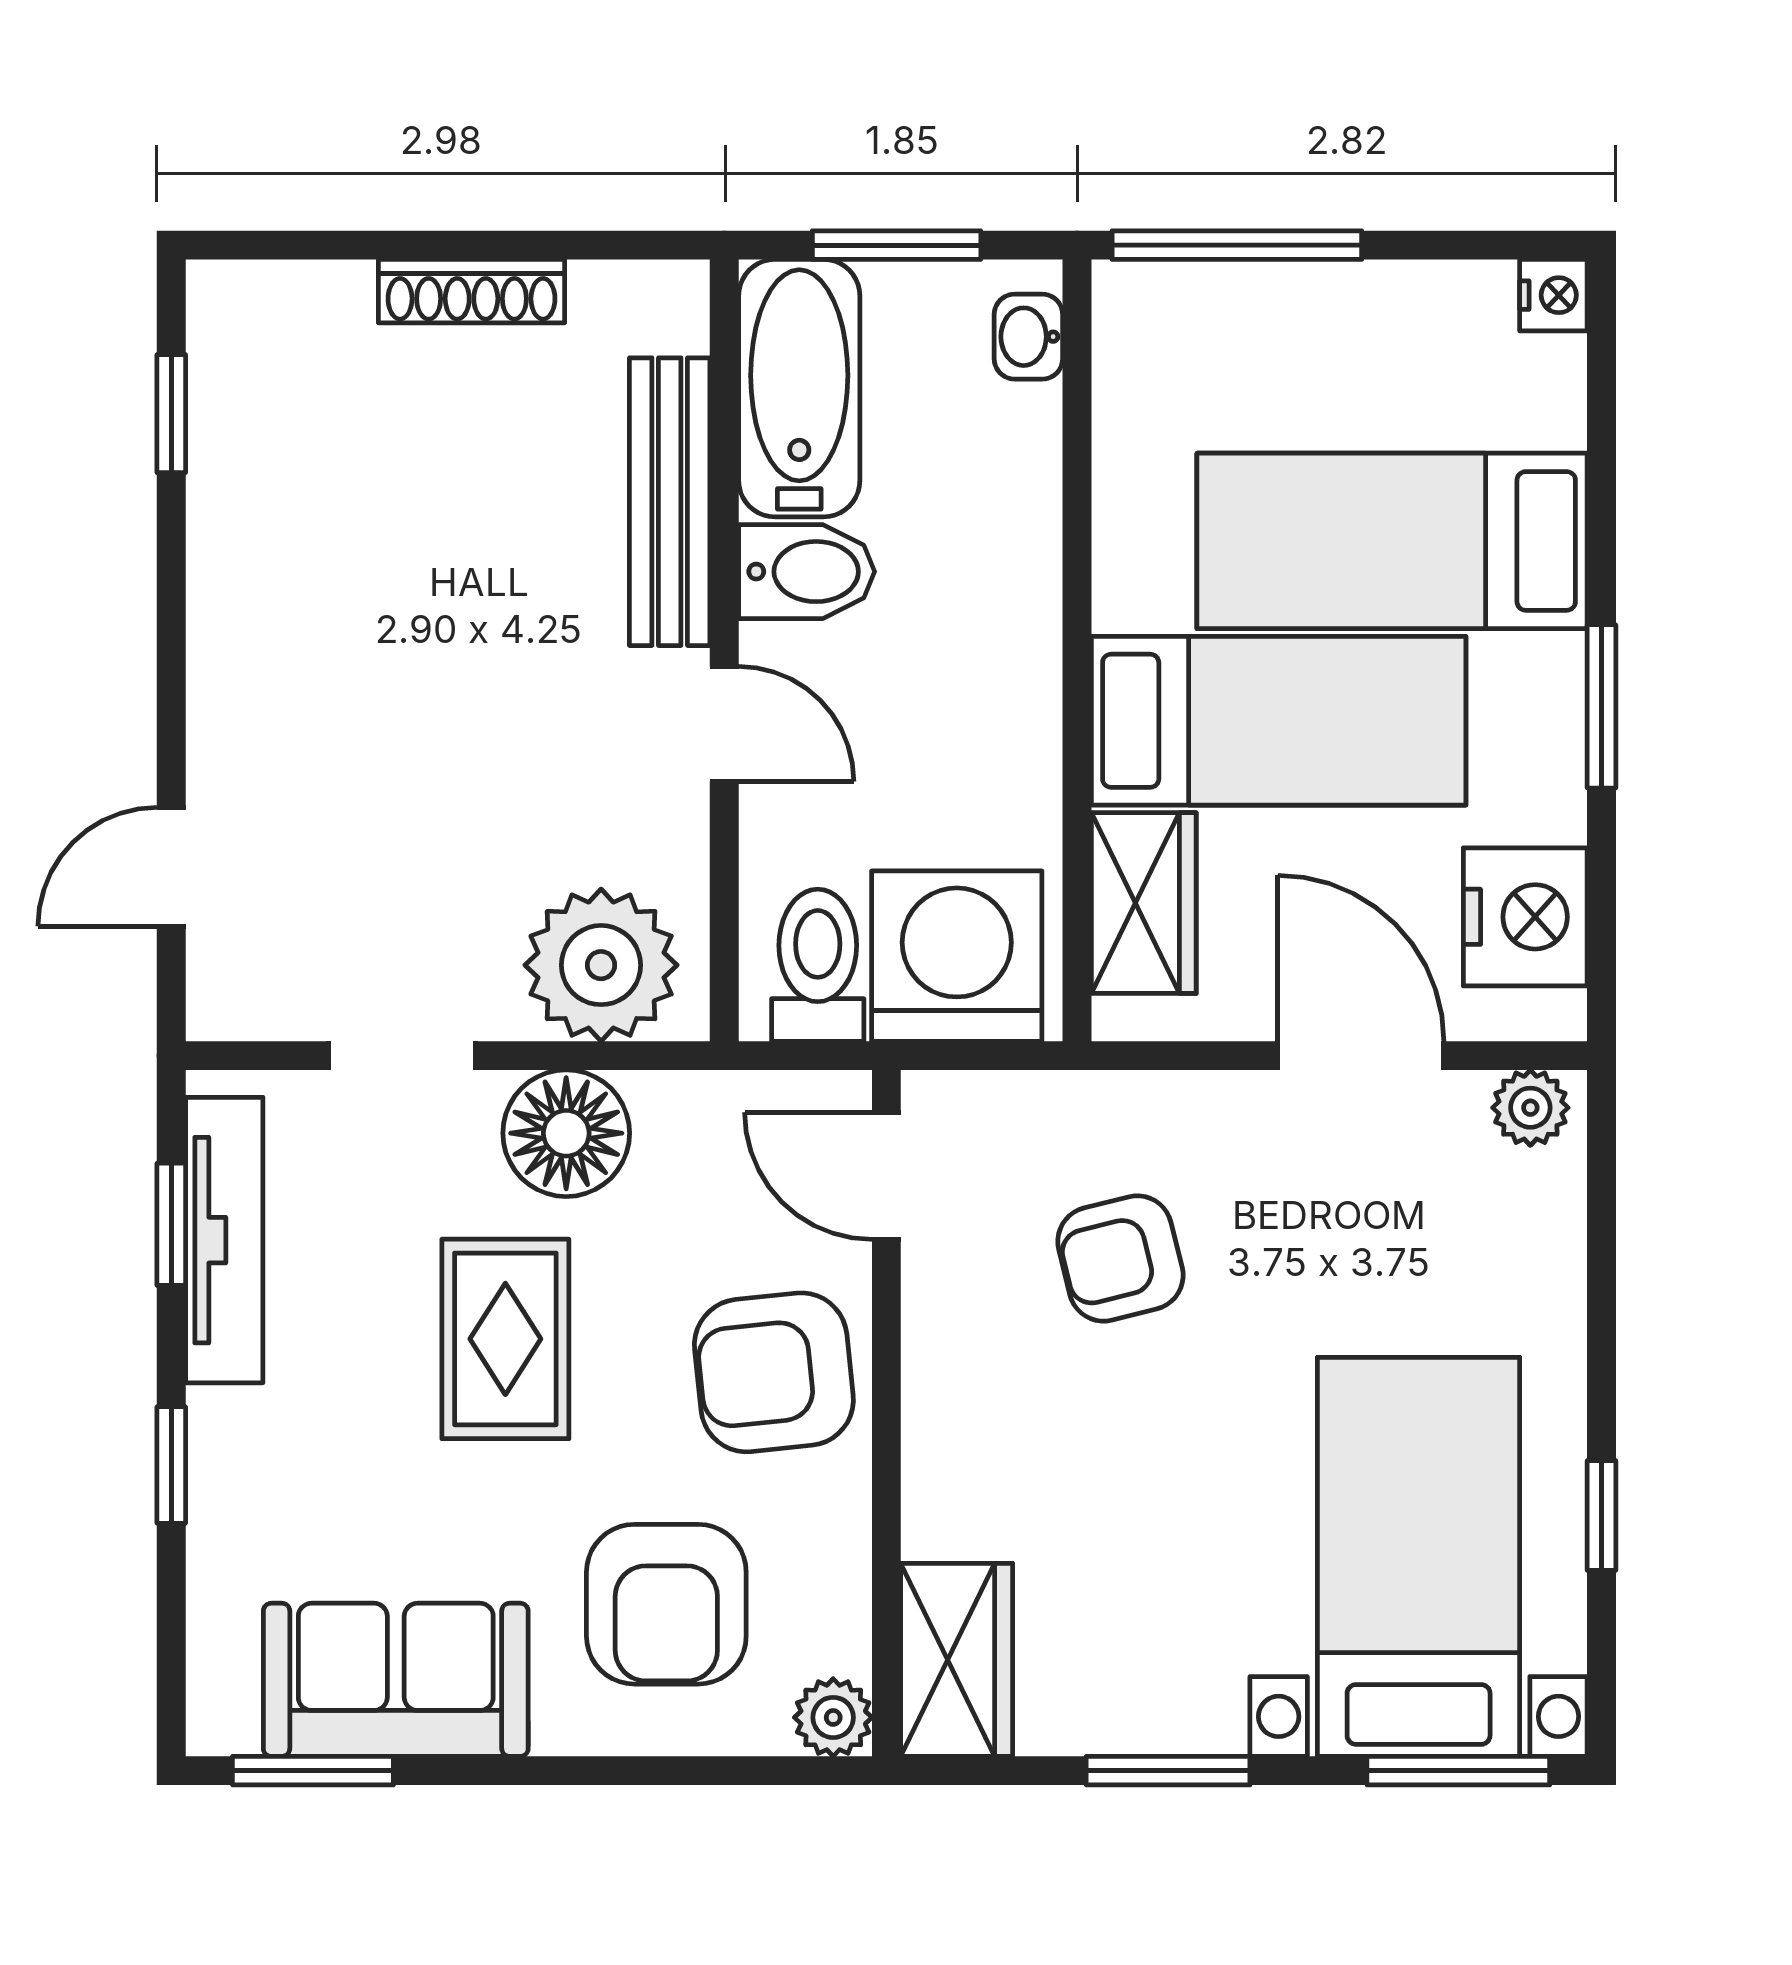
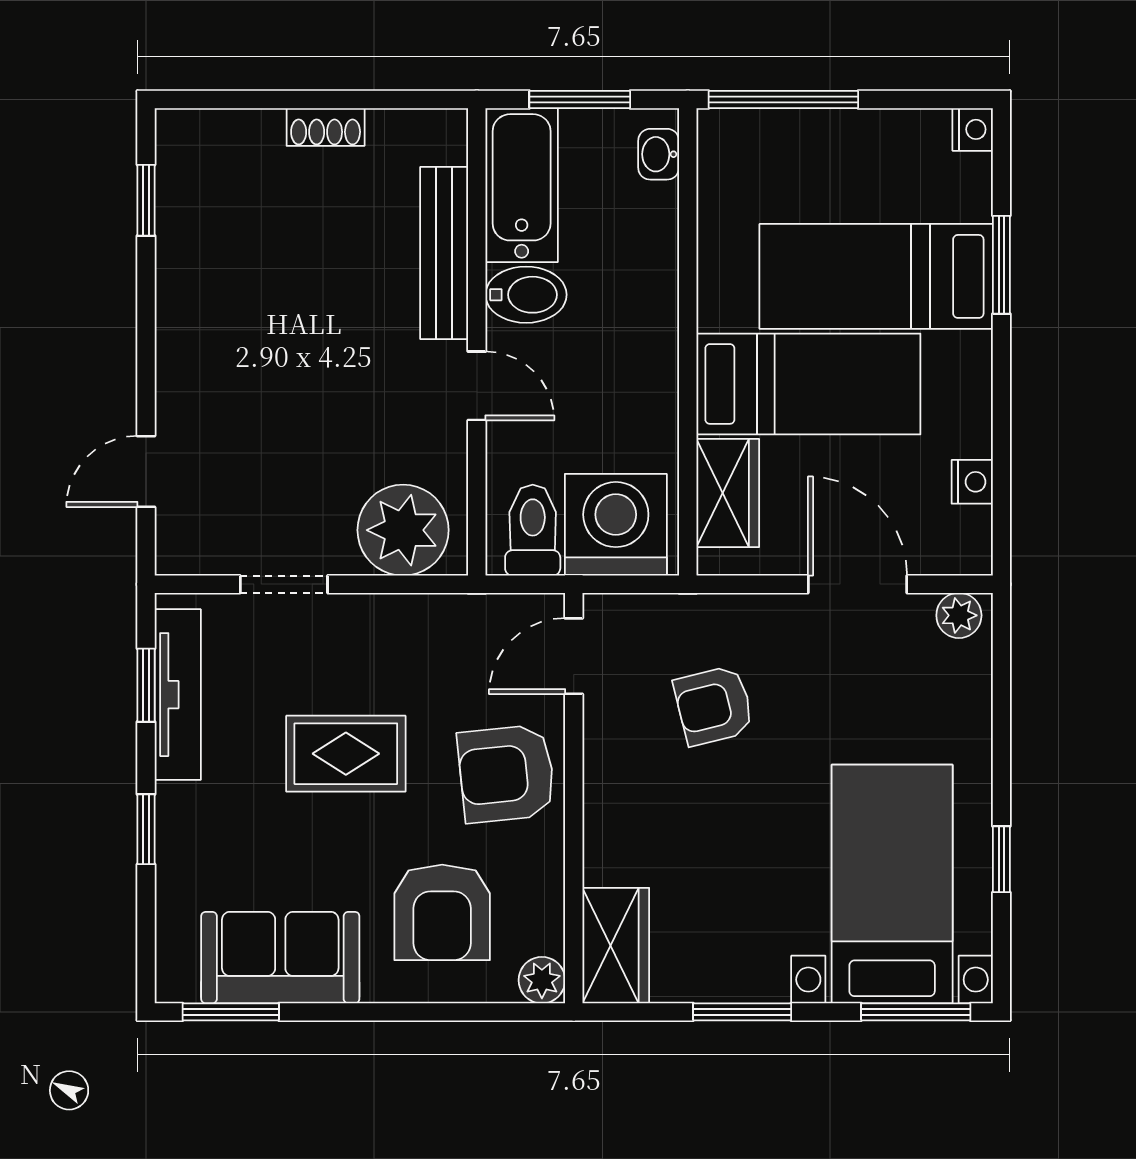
shoe rack: (472, 291) -> (326, 127), width x0.70
window: (1601, 706) -> (1001, 265), moved
nightstand: (1525, 917) -> (972, 482), width x0.53, depth x0.56
floor lamp: (566, 1133) -> (382, 631), removed
door: (886, 1176) -> (574, 656), hinge flipped
rug: (505, 1339) -> (346, 754), turned 90

